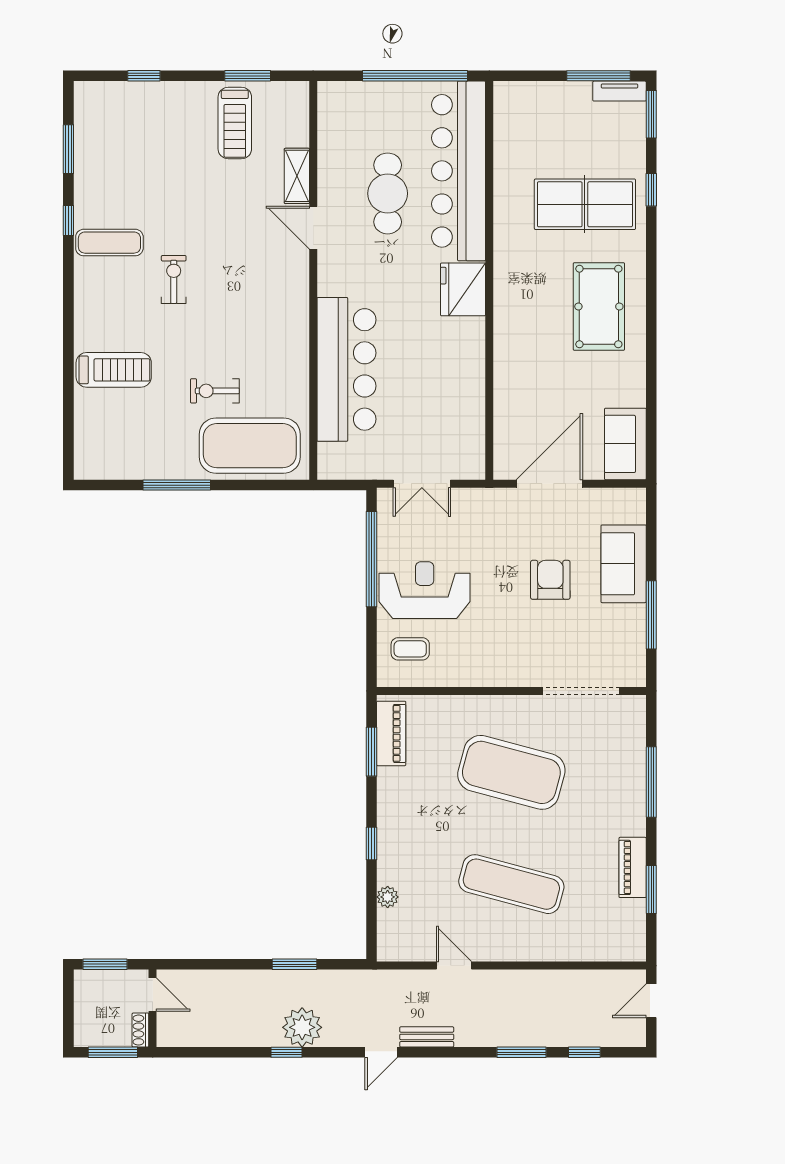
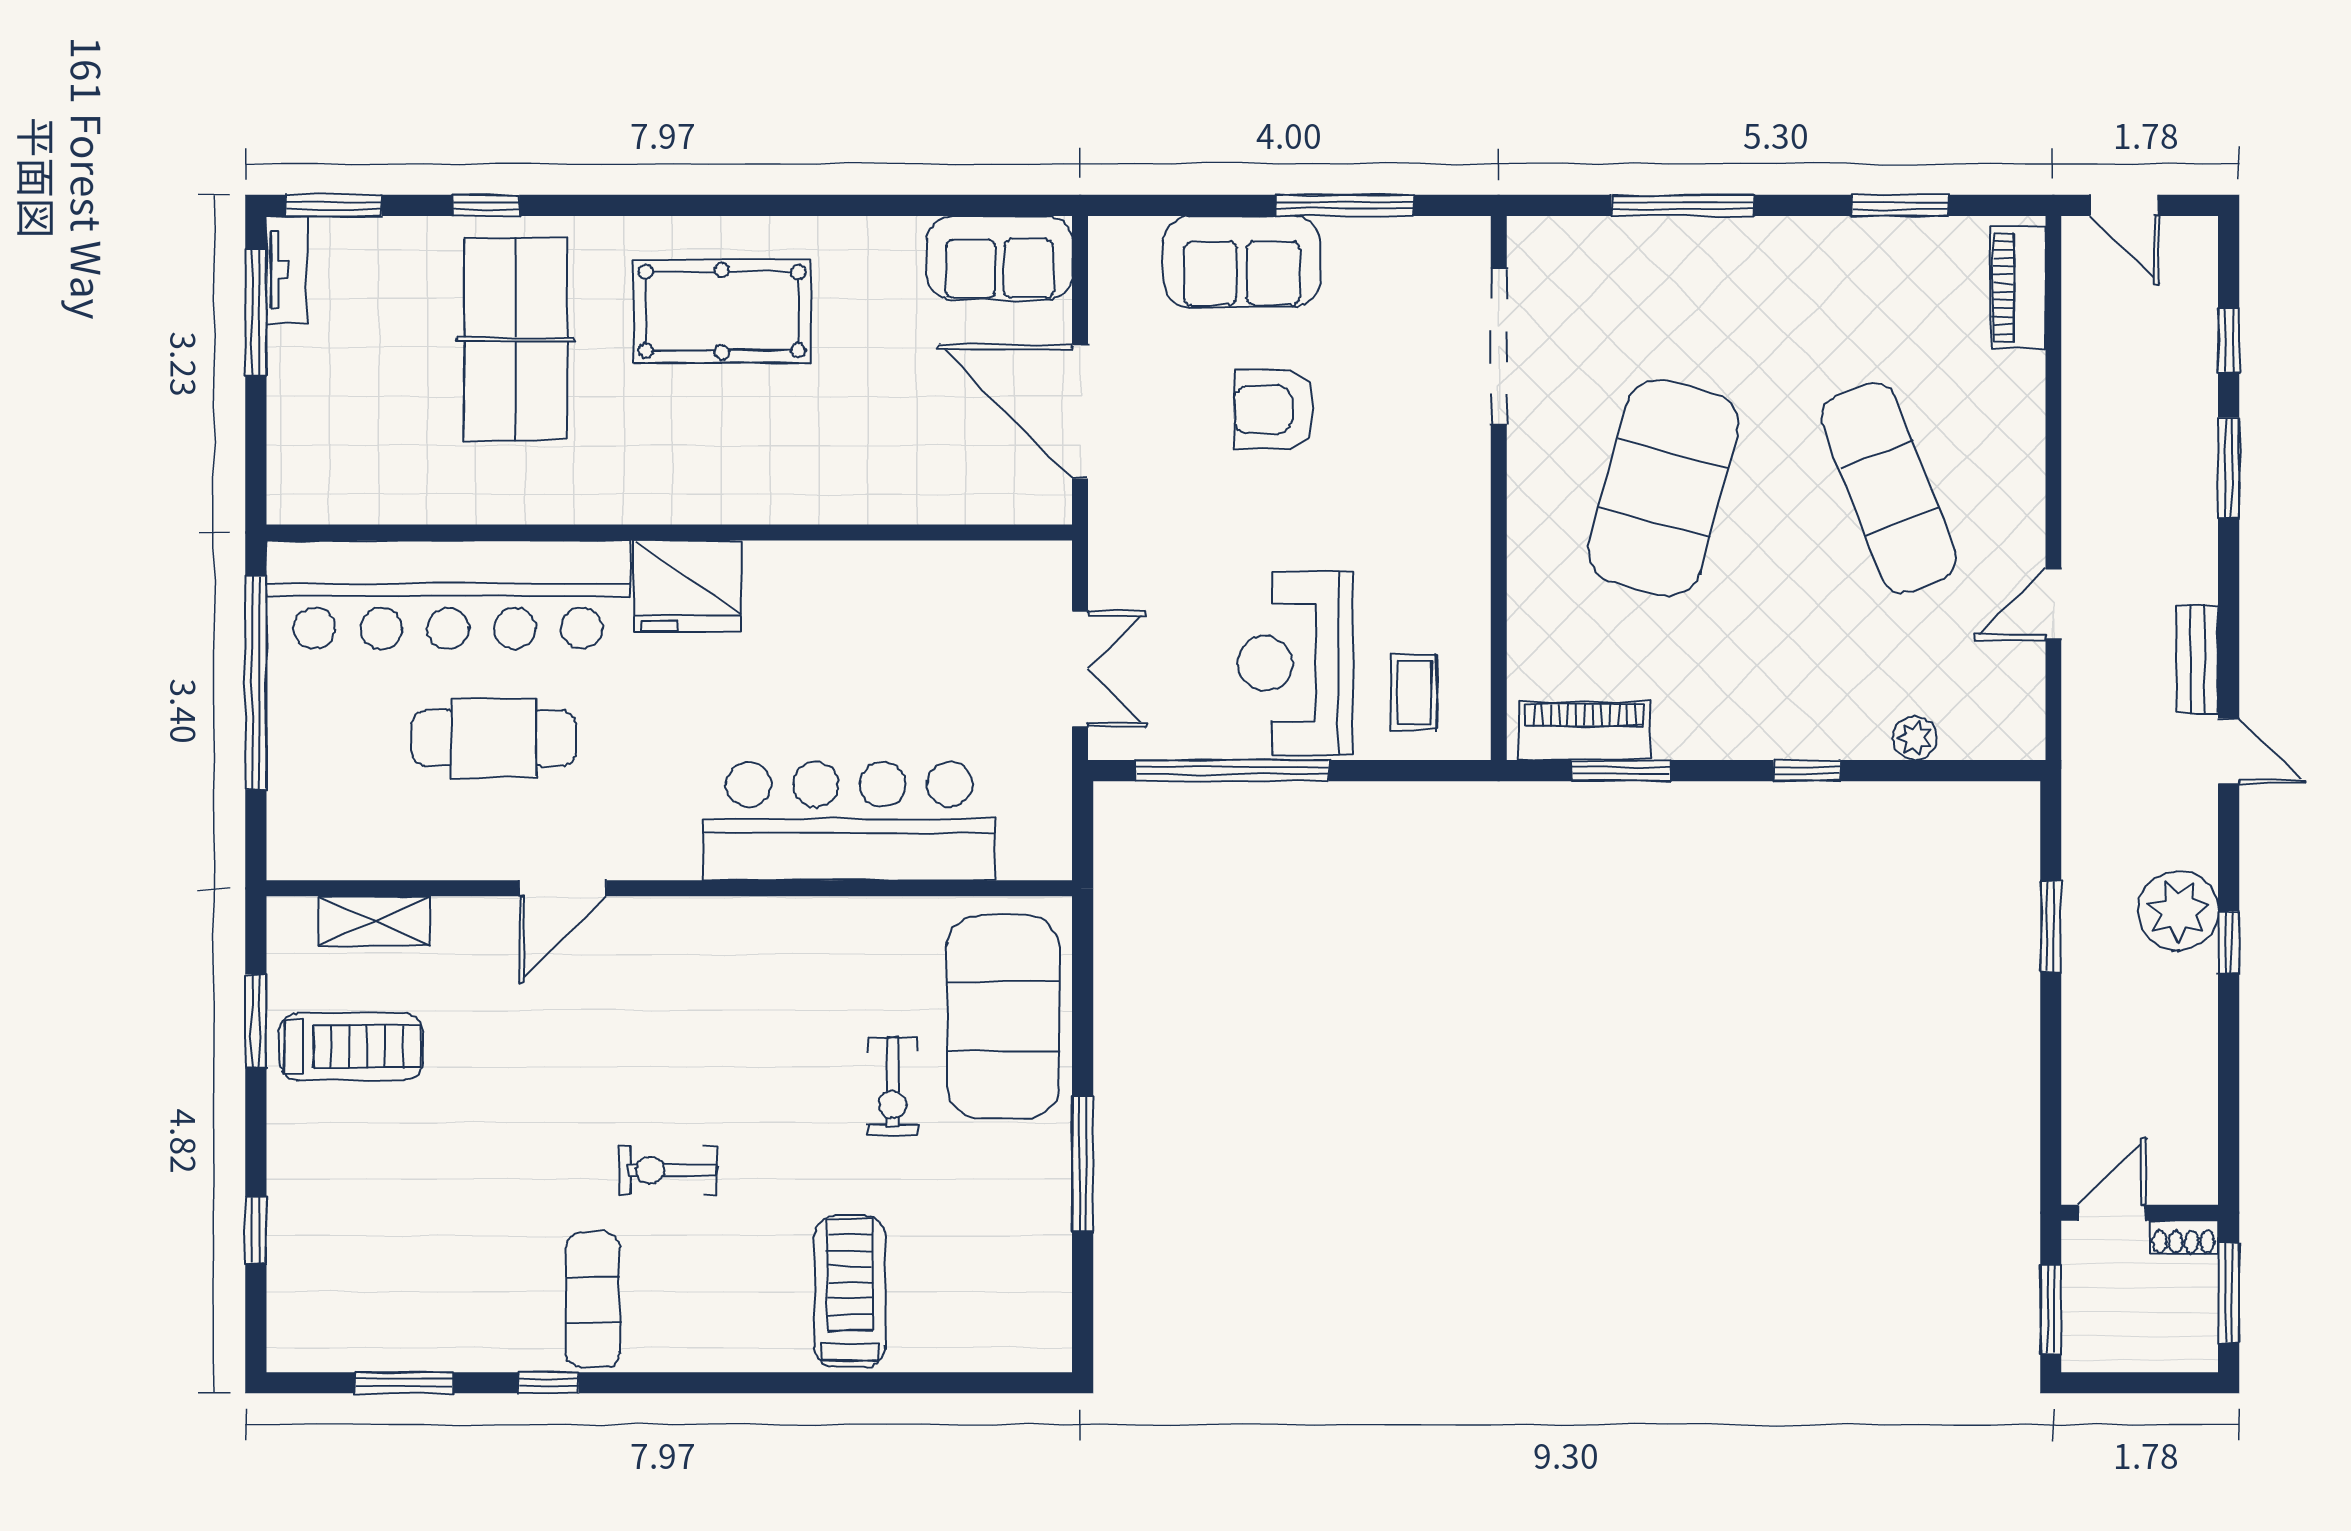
shelving: (297, 176) -> (374, 921), moved
piano: (633, 867) -> (2018, 288), moved, turned 90
exercise mat: (511, 884) -> (1889, 488), turned -36

